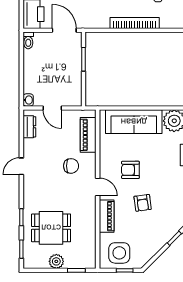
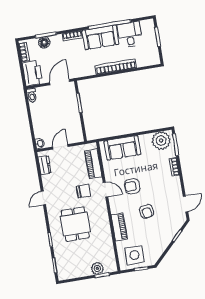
door: (64, 30) -> (60, 82), hinge flipped
door: (52, 108) -> (61, 147), swing flipped
sofa: (134, 122) -> (122, 148), width x0.73
door: (98, 187) -> (105, 190), moved
dining table: (51, 228) -> (75, 224), moved, turned 90
plant: (56, 261) -> (97, 268), moved

